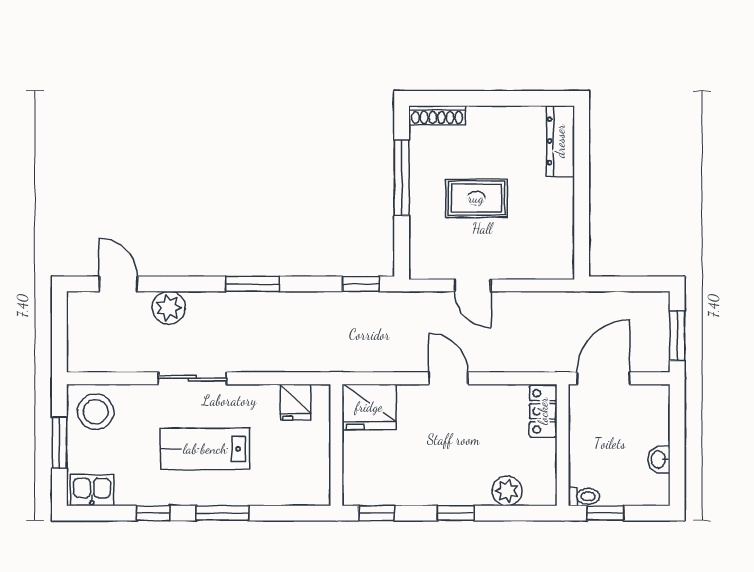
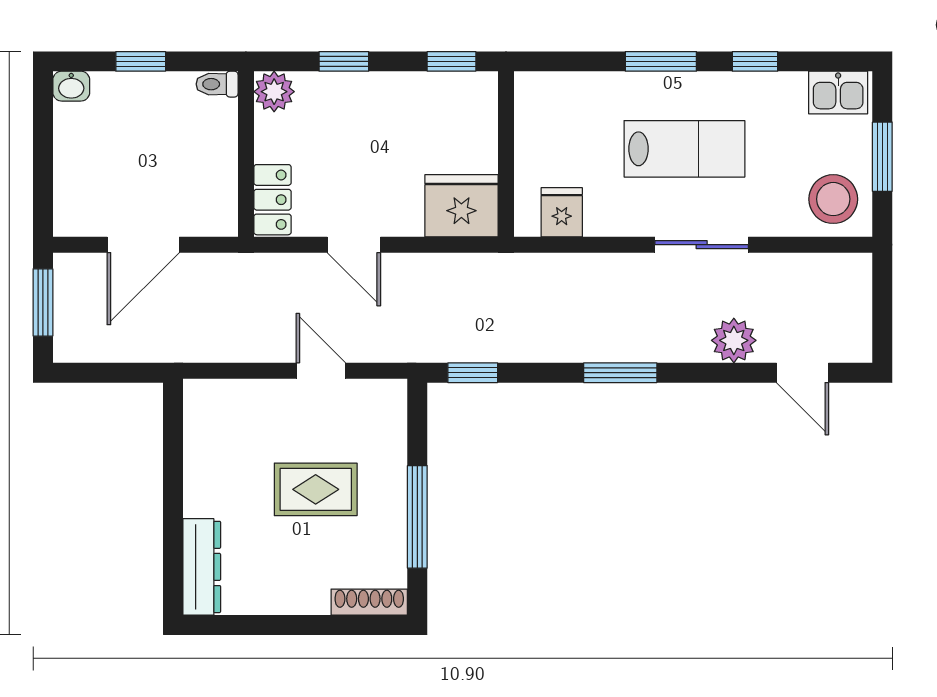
locker: (543, 411) -> (273, 200), moved
wall: (563, 445) -> (246, 154), moved
washbasin: (659, 460) -> (71, 86), moved, turned 90
toilet: (584, 496) -> (217, 84), moved

